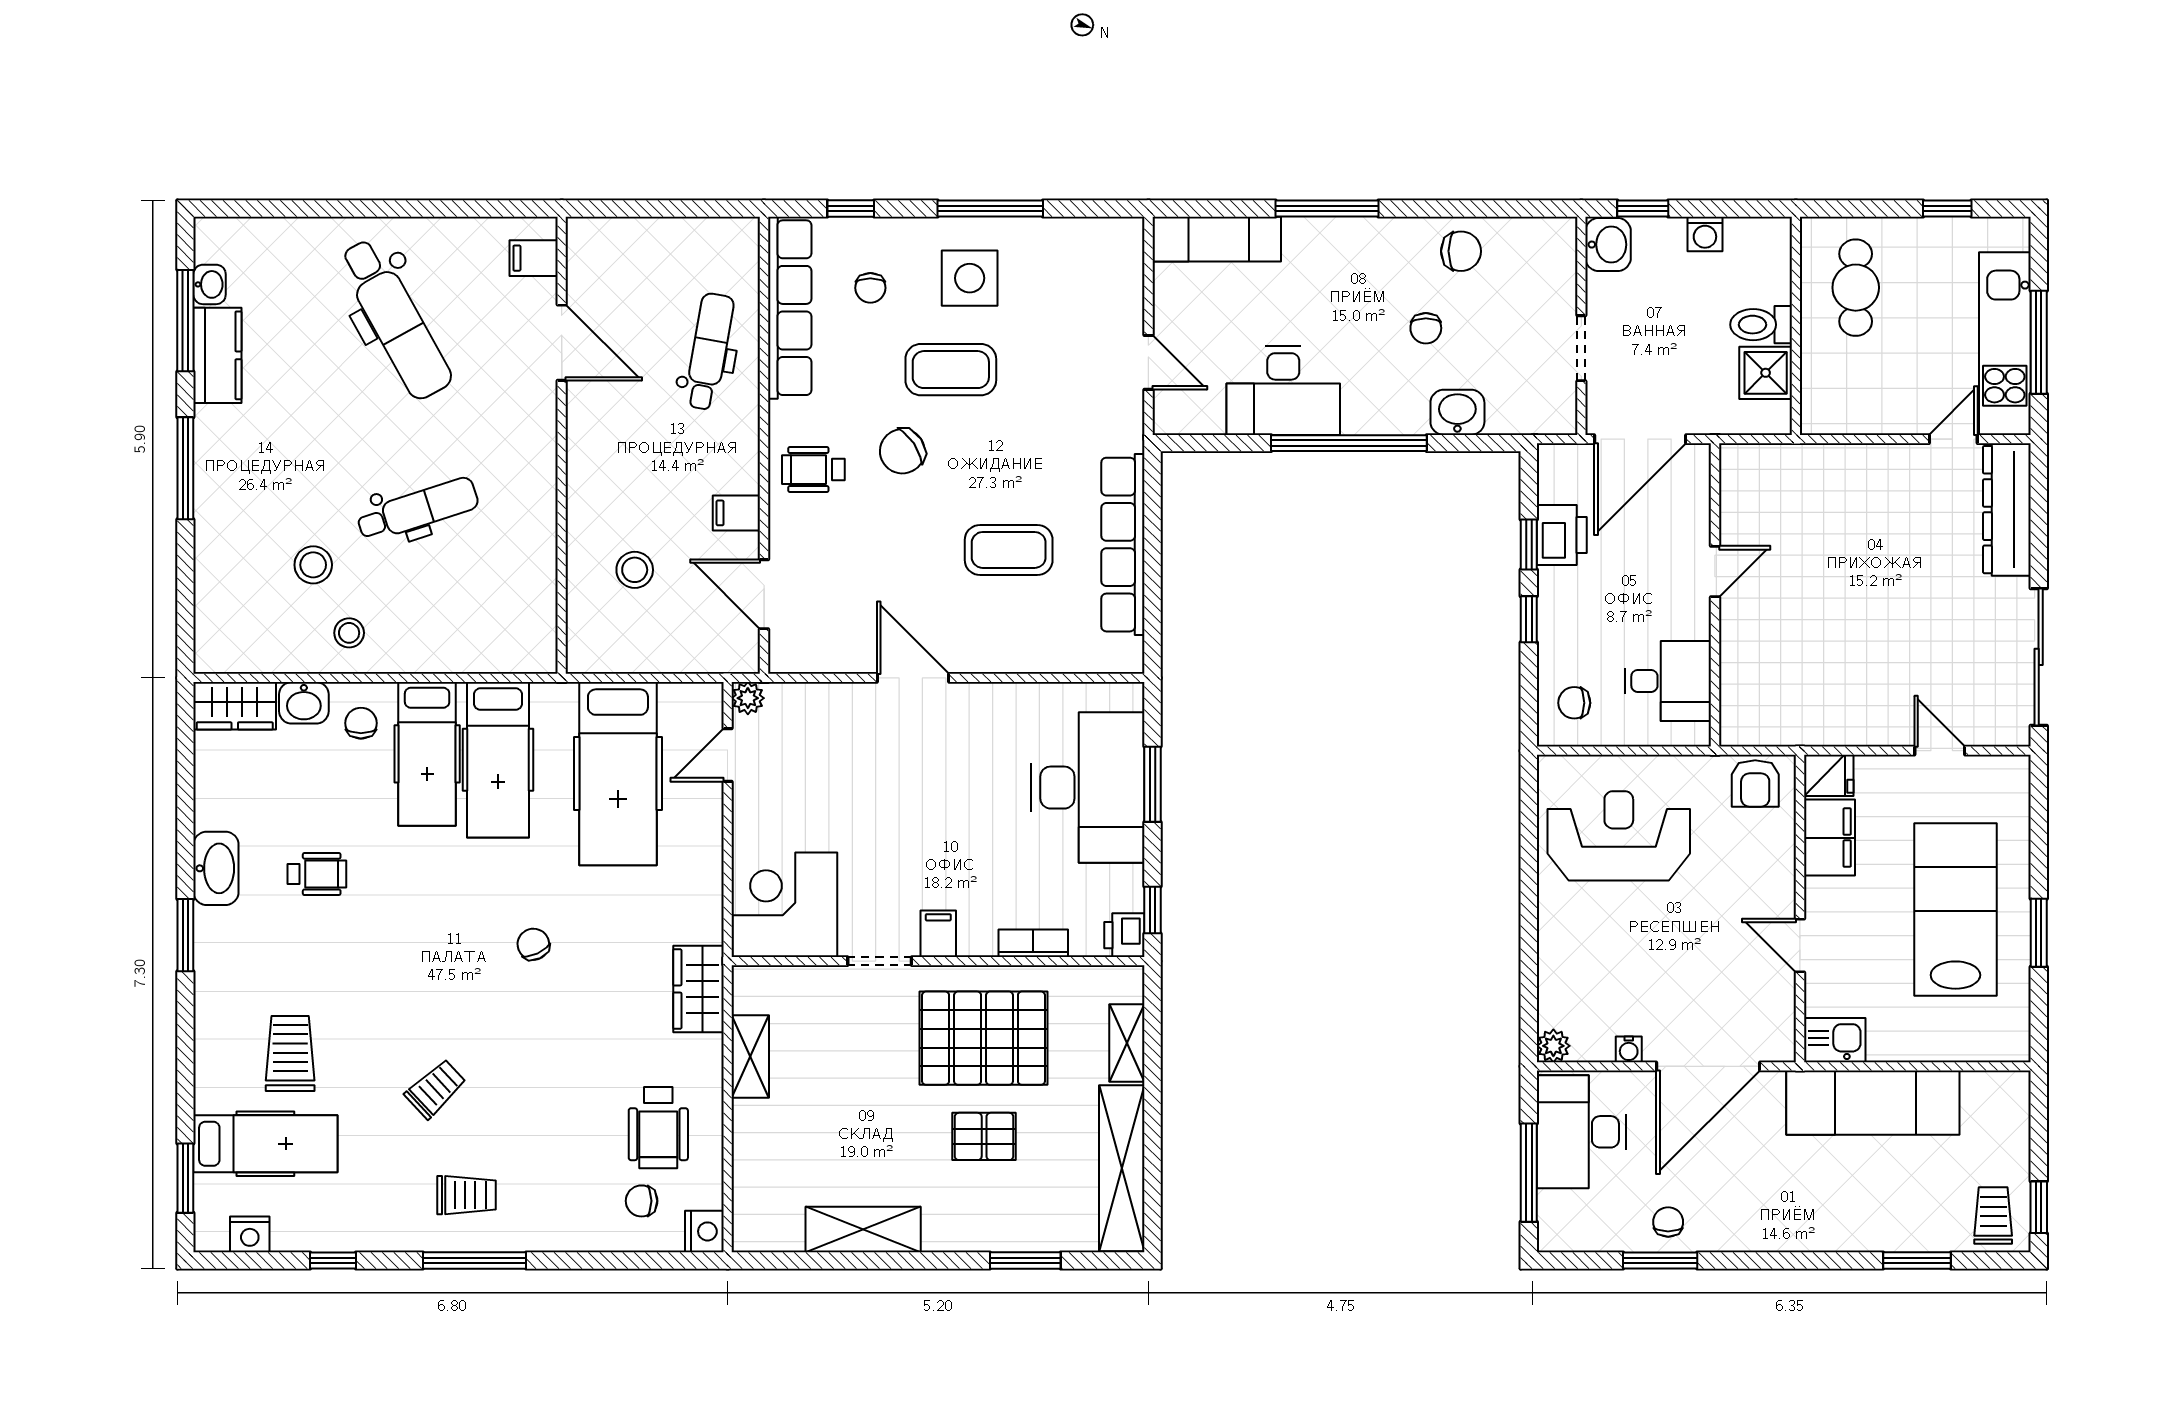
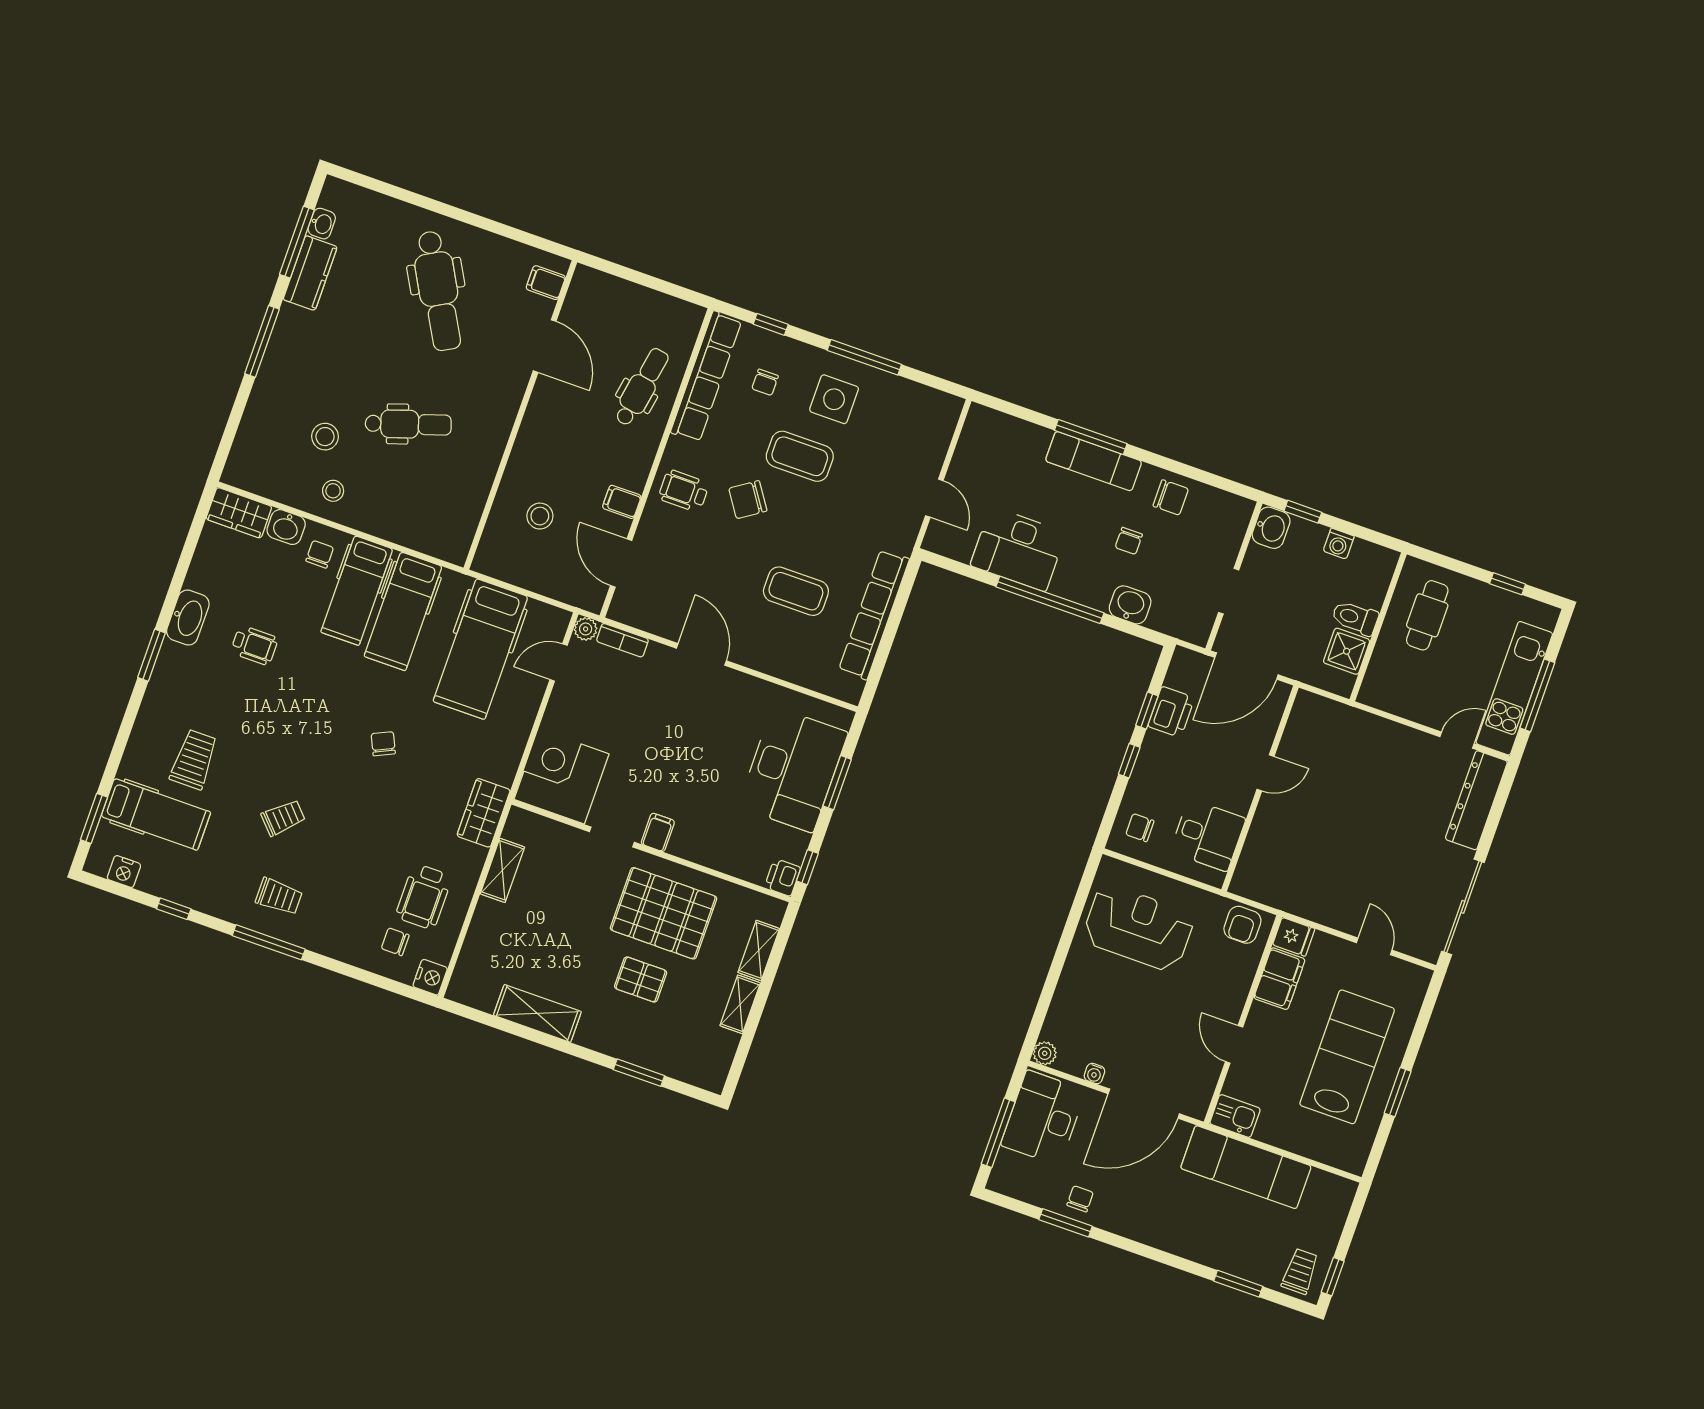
exam couch: (1217, 239) -> (1094, 461), moved
bookcase: (1033, 943) -> (622, 640), moved, turned 180
shelving: (1122, 1168) -> (740, 1004), width x0.45, depth x0.75

